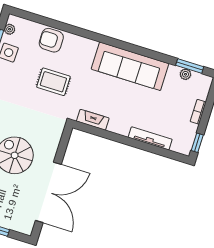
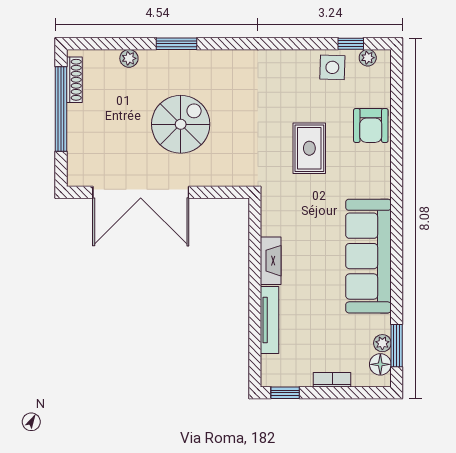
armchair: (51, 40) -> (371, 126), turned 180
floor lamp: (198, 80) -> (380, 364), added
fireplace: (93, 120) -> (271, 261), moved

